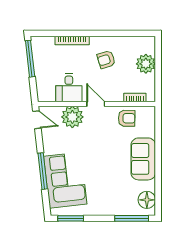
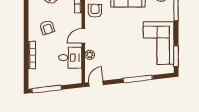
plant: (72, 117) -> (90, 55), width x0.53, depth x0.53
corner sofa: (65, 180) -> (159, 43), moved, turned -84

